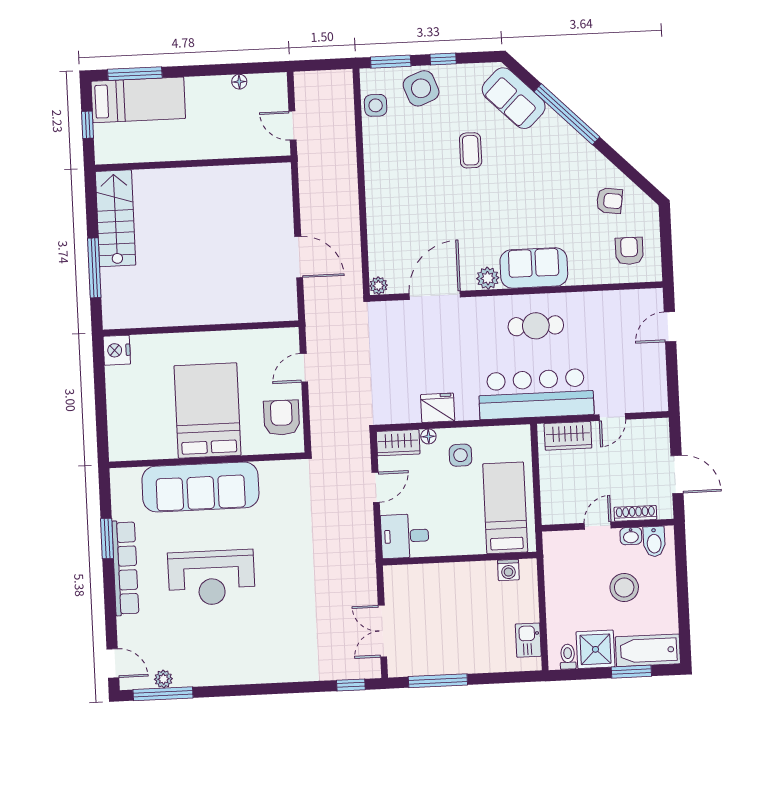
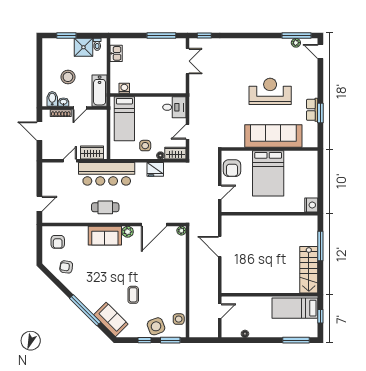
bed: (138, 100) -> (295, 308), moved
door: (293, 126) -> (220, 311), hinge flipped
row of seats: (125, 568) -> (312, 110), width x0.50
bathtub: (648, 650) -> (100, 91), moved, turned 90

